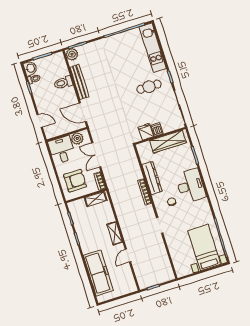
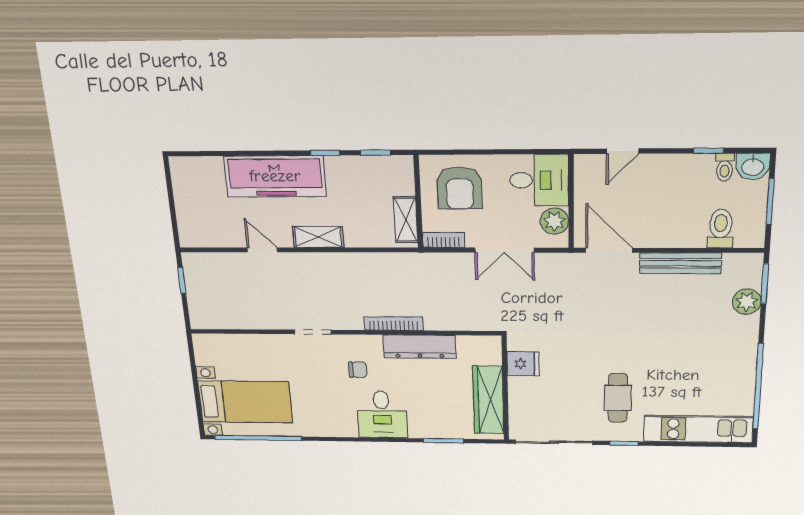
plant: (72, 54) -> (747, 302), moved
toilet: (63, 83) -> (721, 229), moved
door: (83, 112) -> (609, 250), hinge flipped
dishwasher: (157, 129) -> (521, 387), removed
double door: (96, 155) -> (504, 250), swing flipped
desk: (191, 186) -> (382, 414), width x0.73
freezer: (98, 273) -> (275, 176), moved

